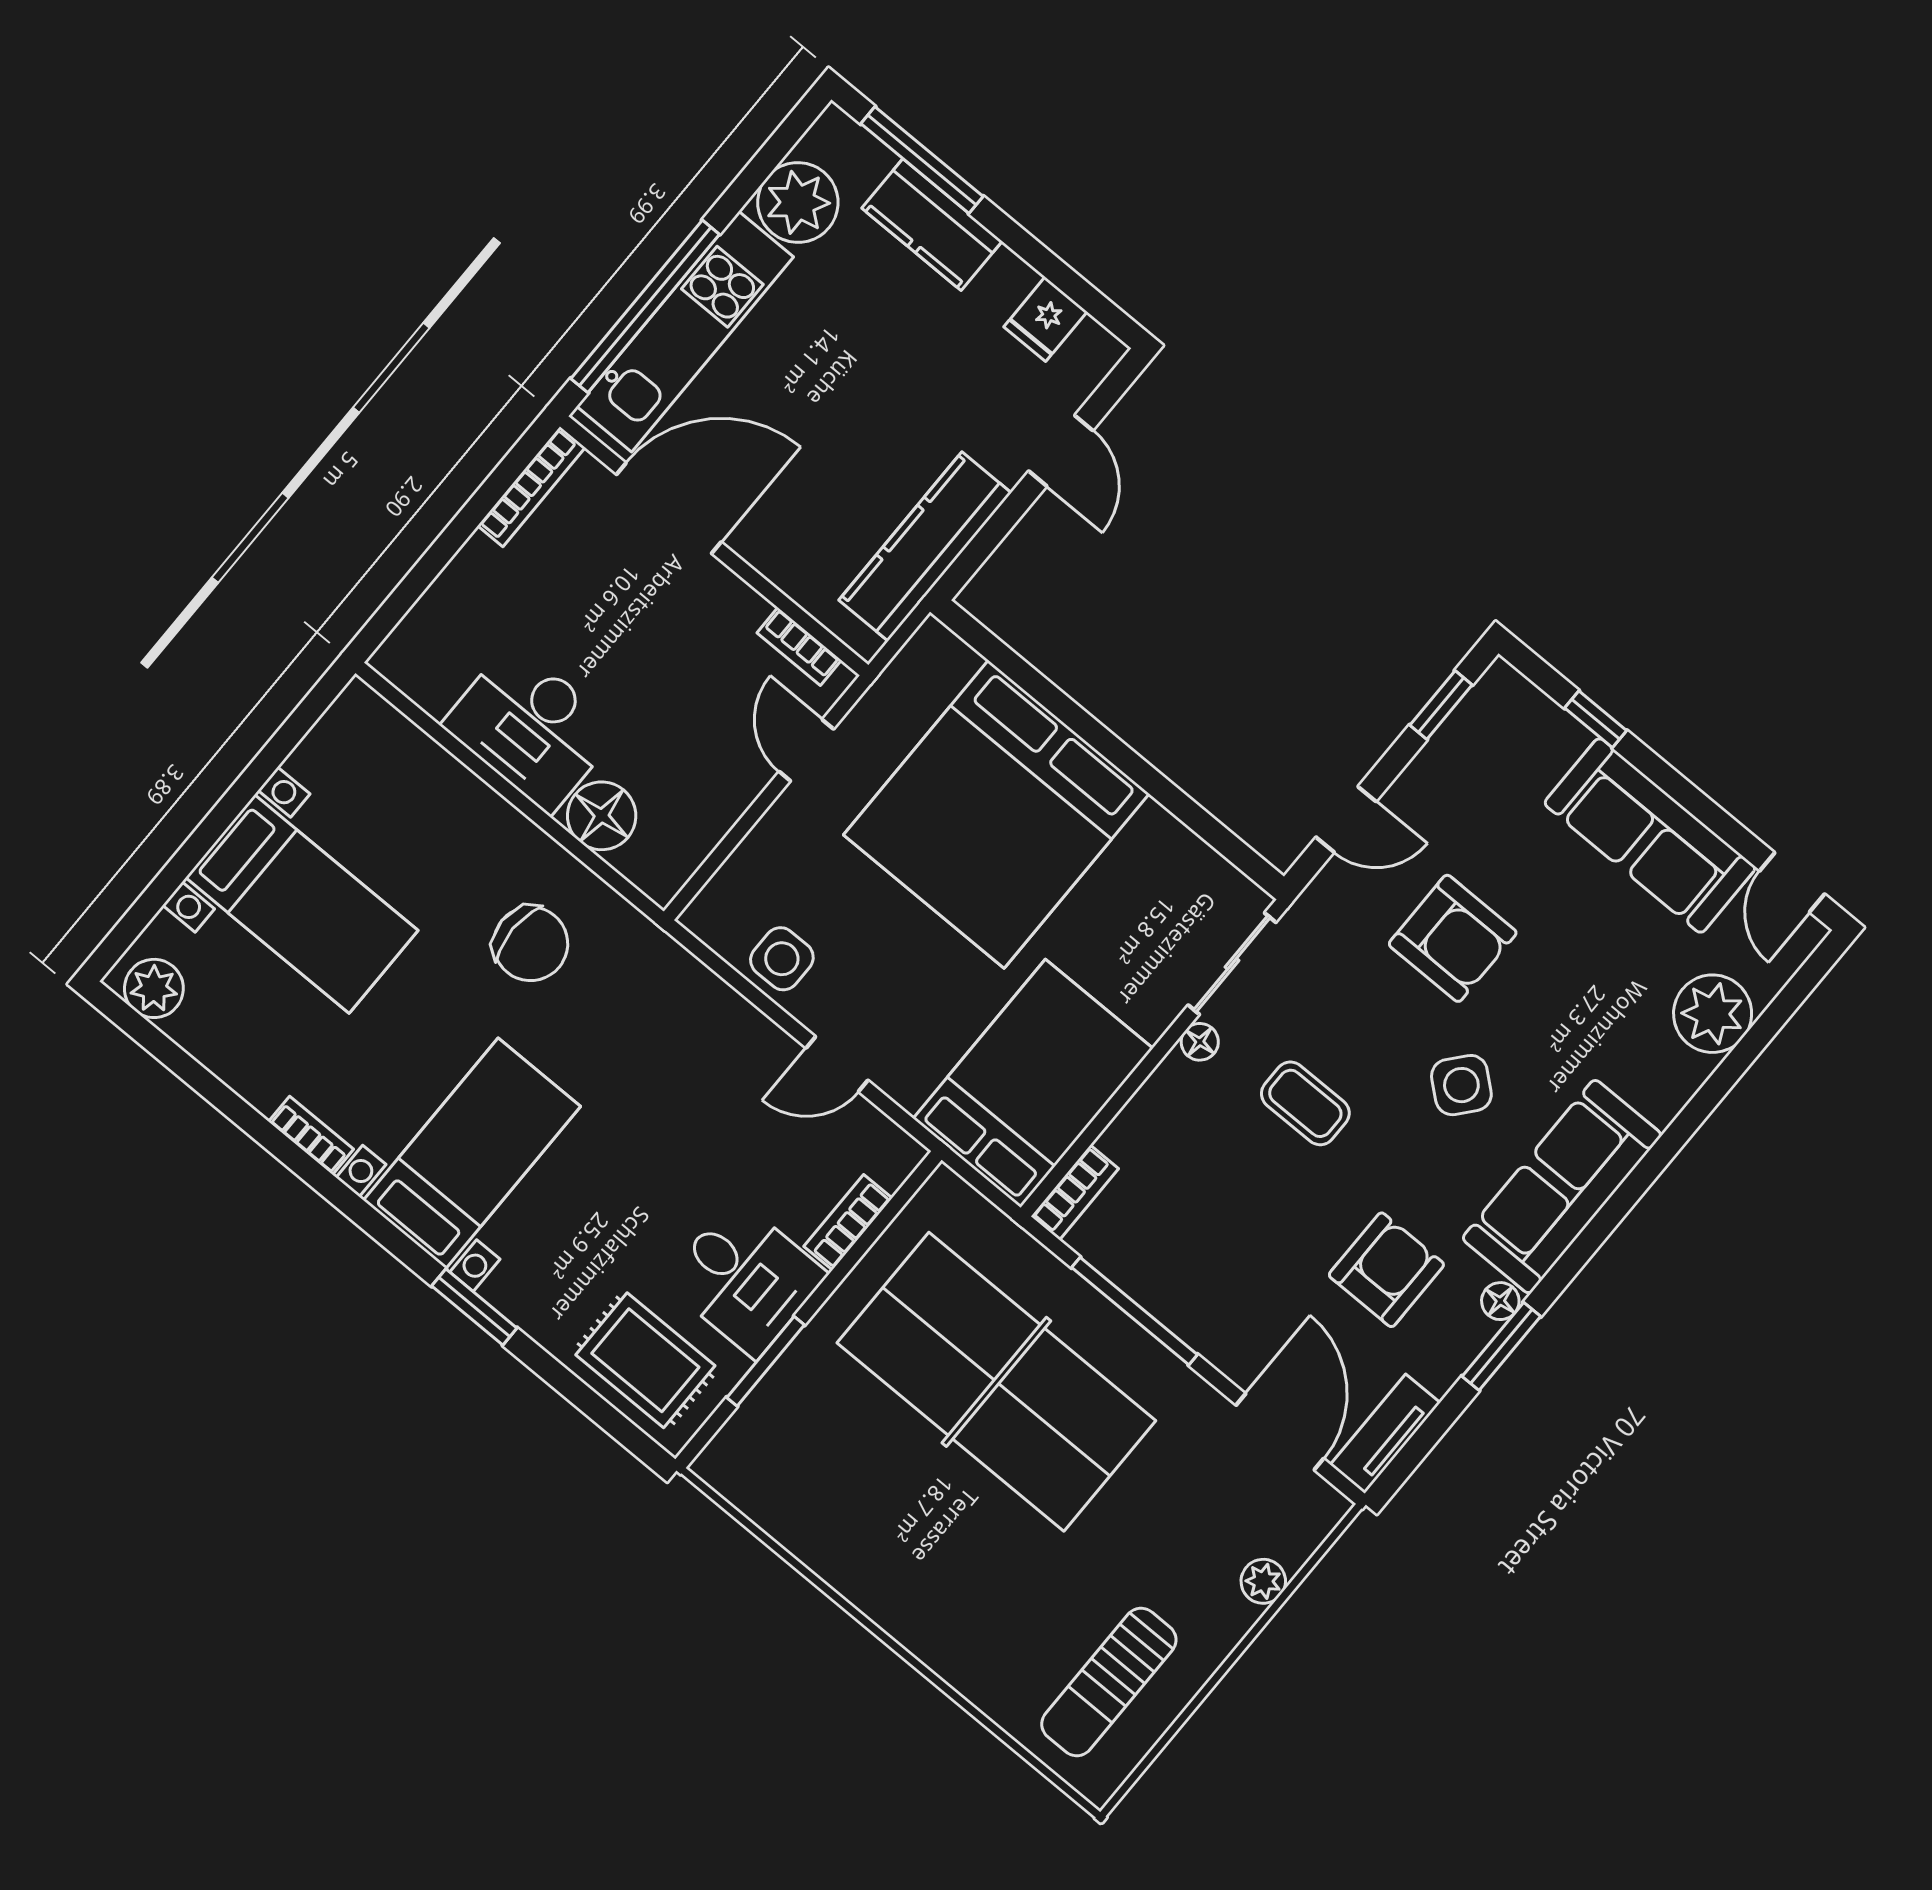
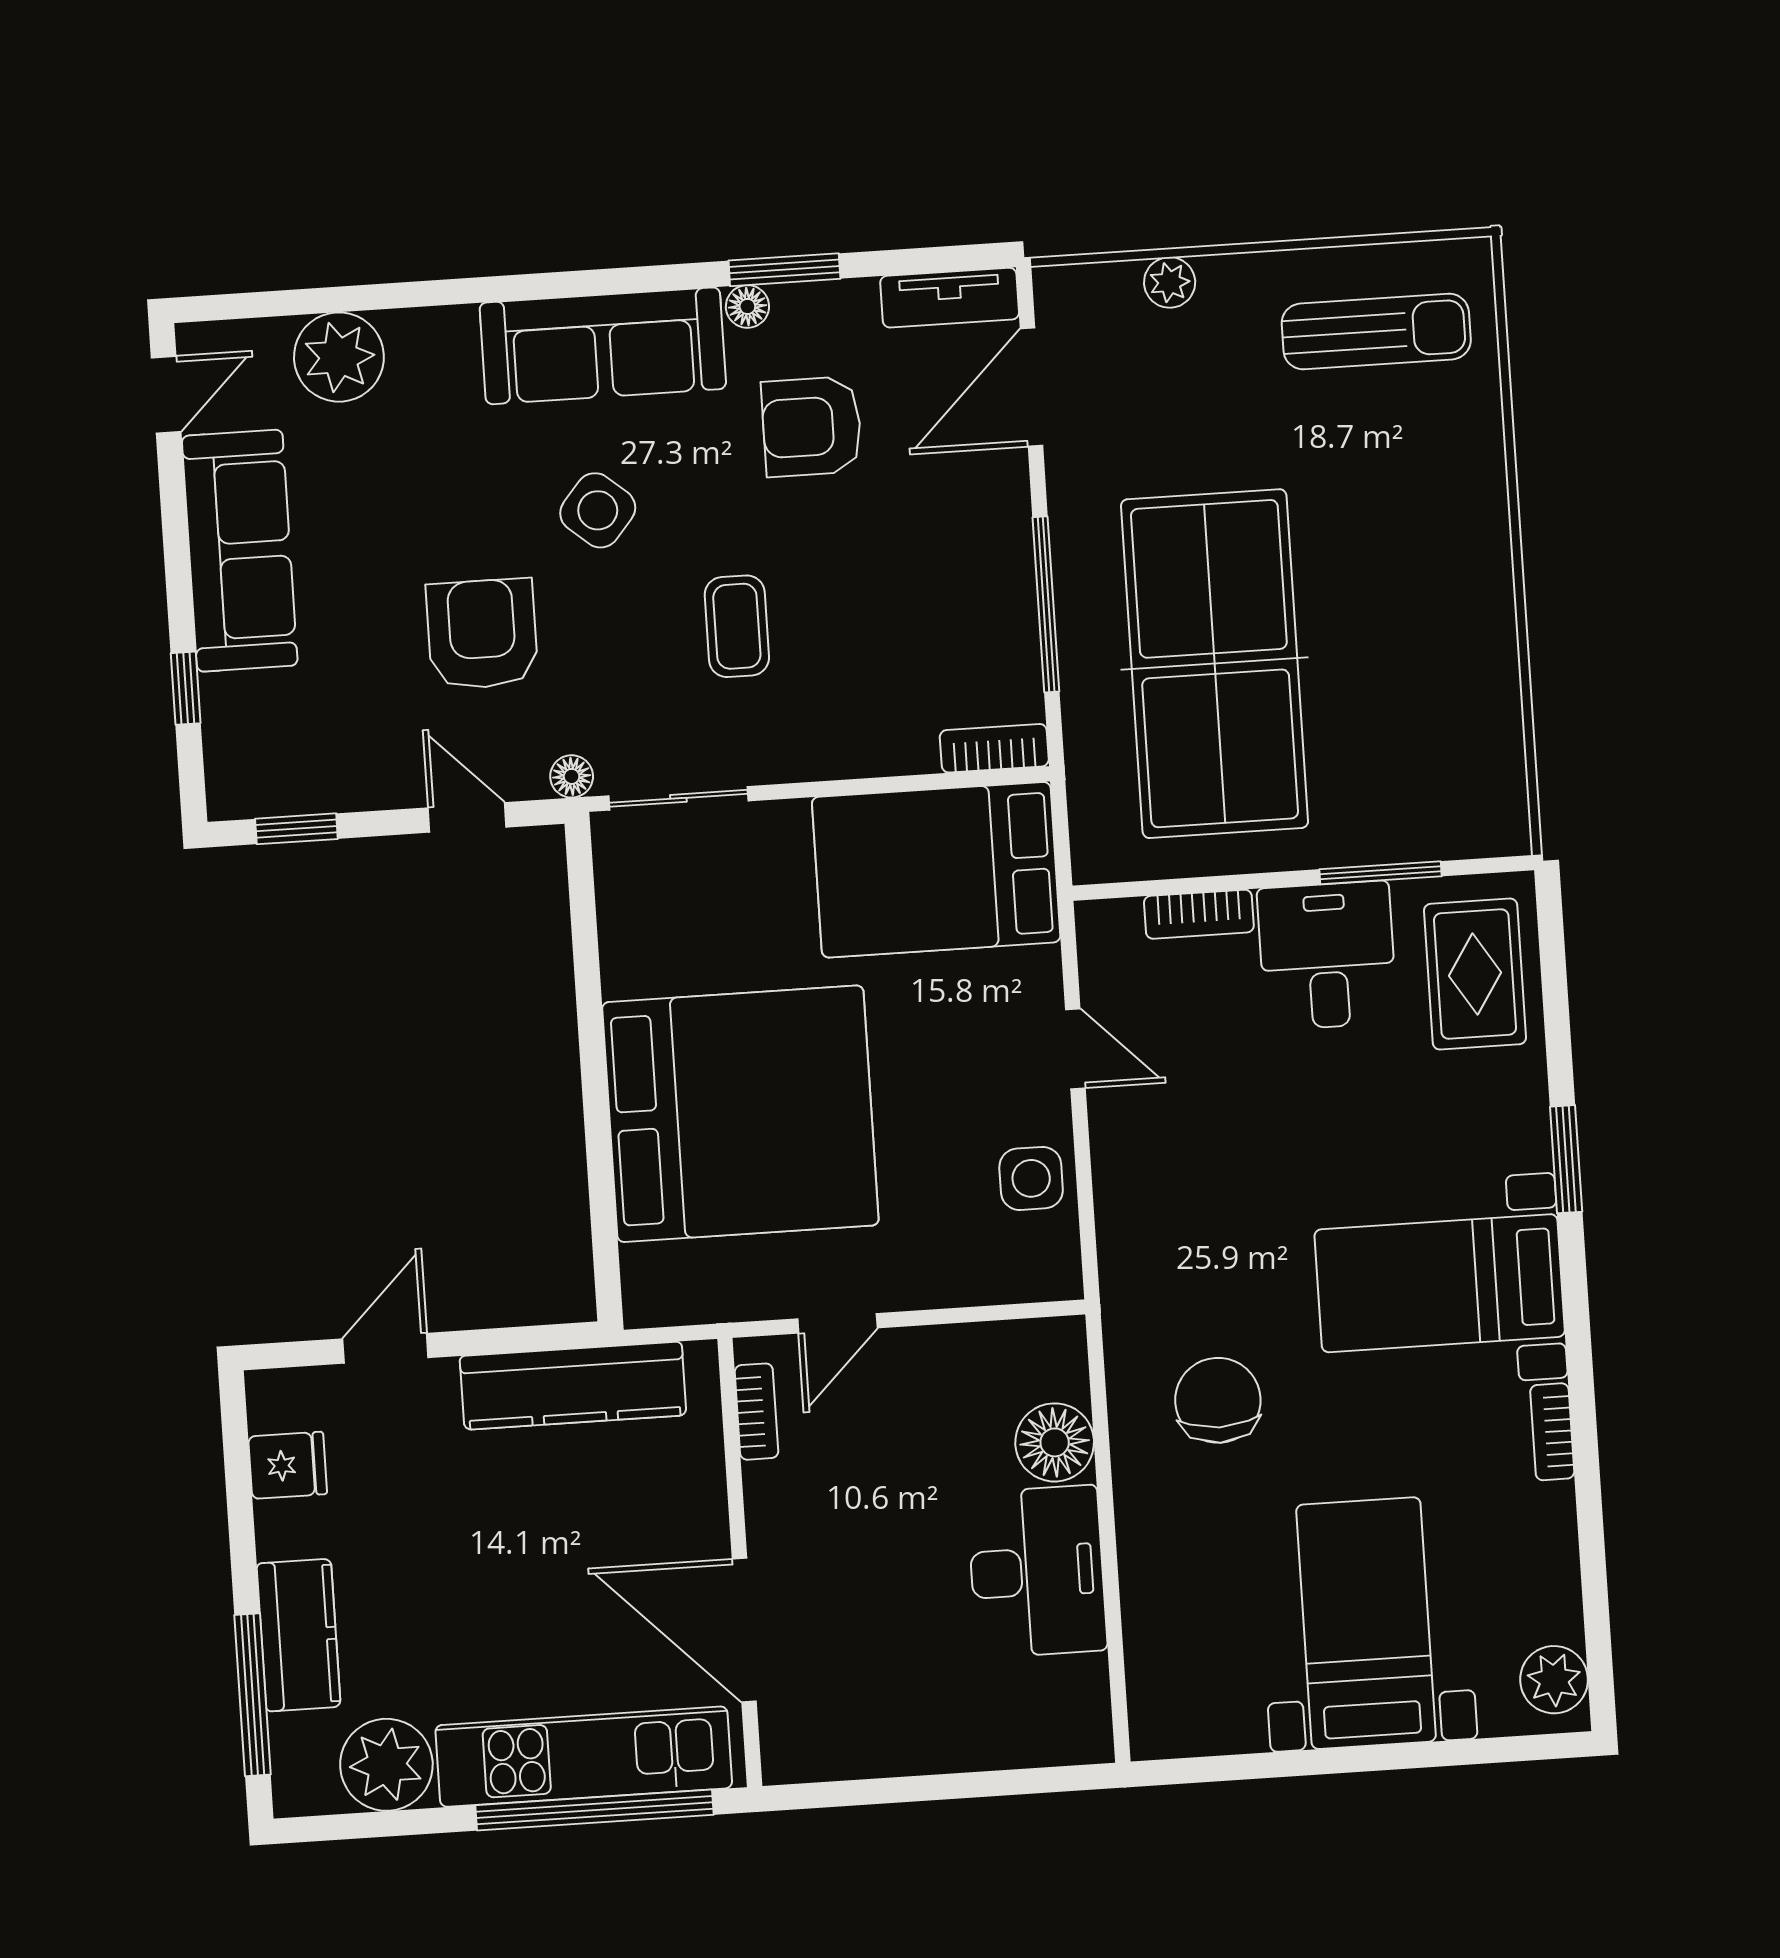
bookcase: (531, 487) -> (835, 1762), removed
floor lamp: (1200, 1042) -> (572, 776), moved

